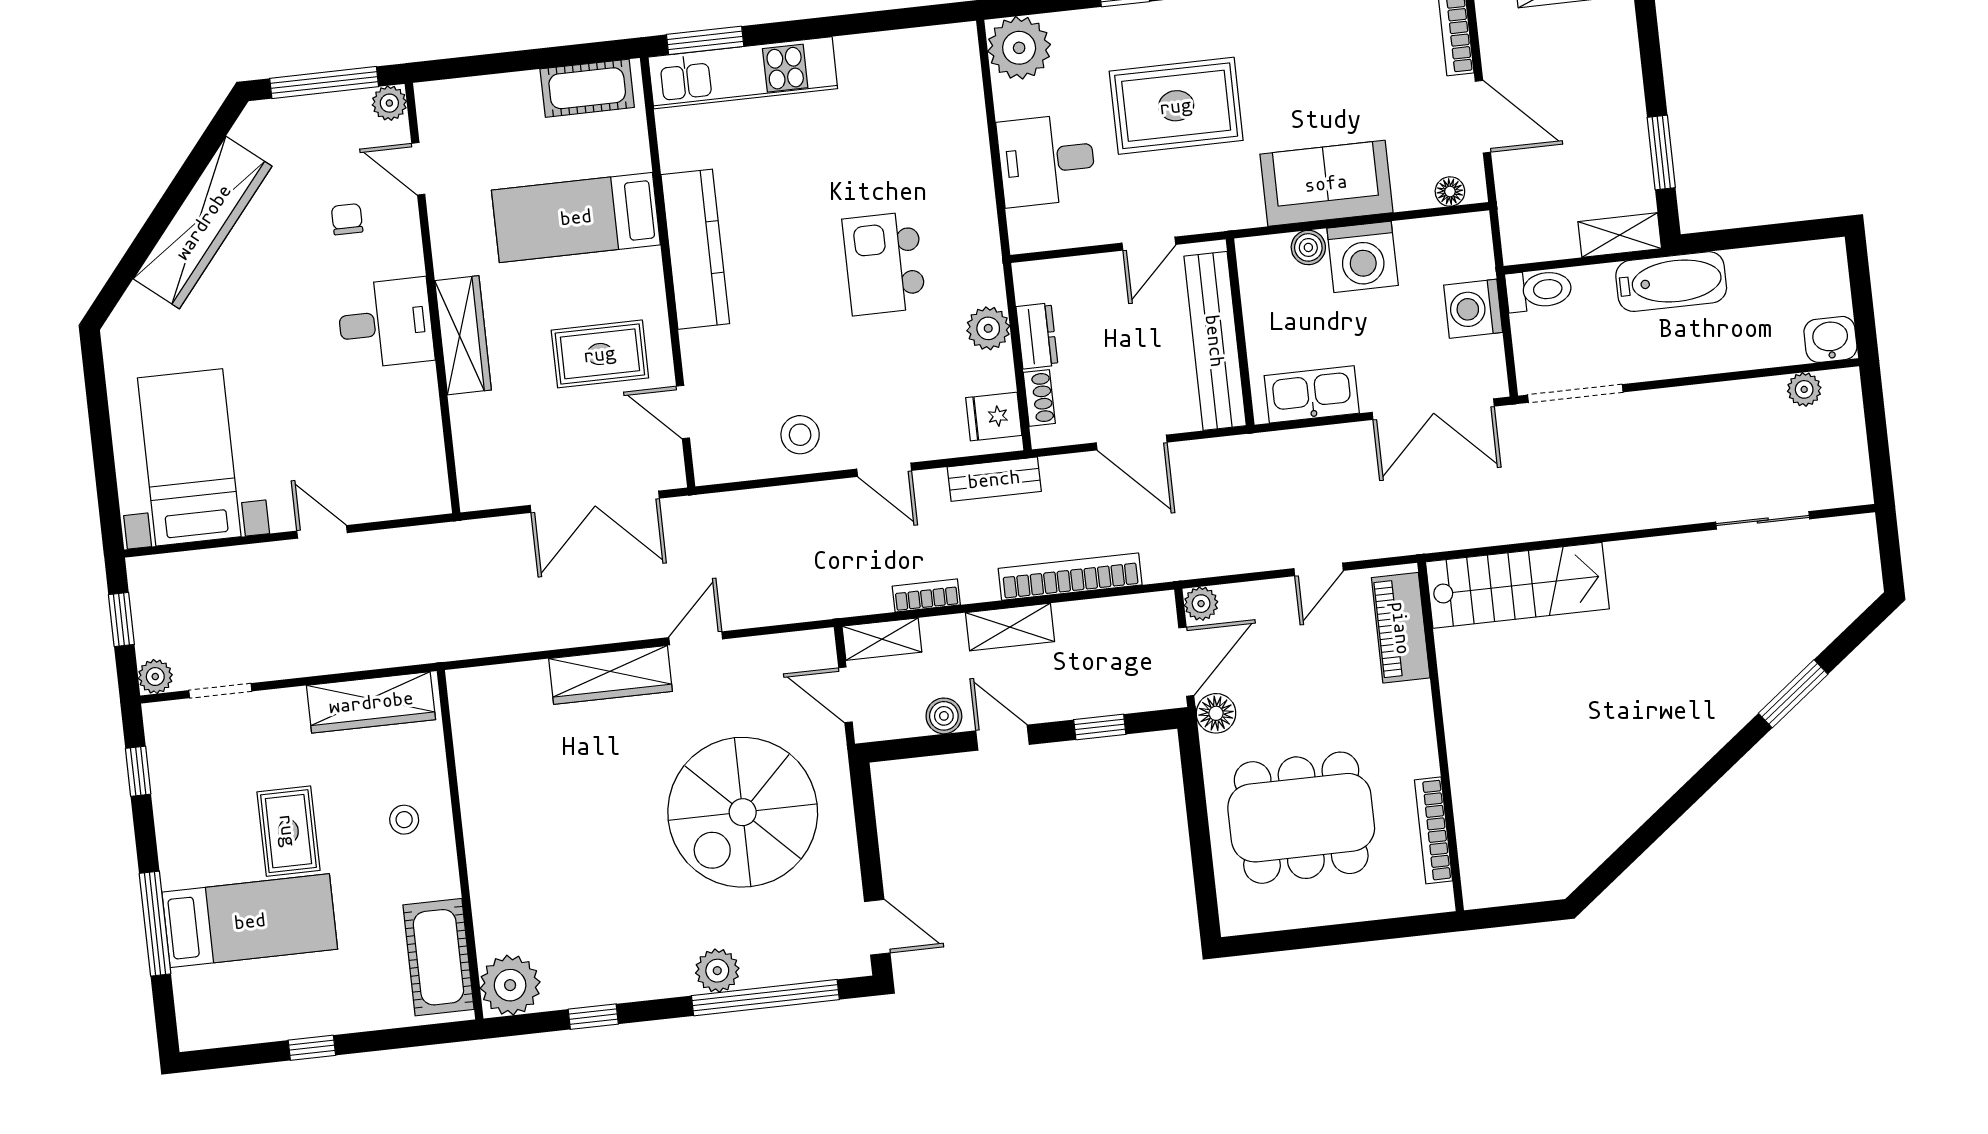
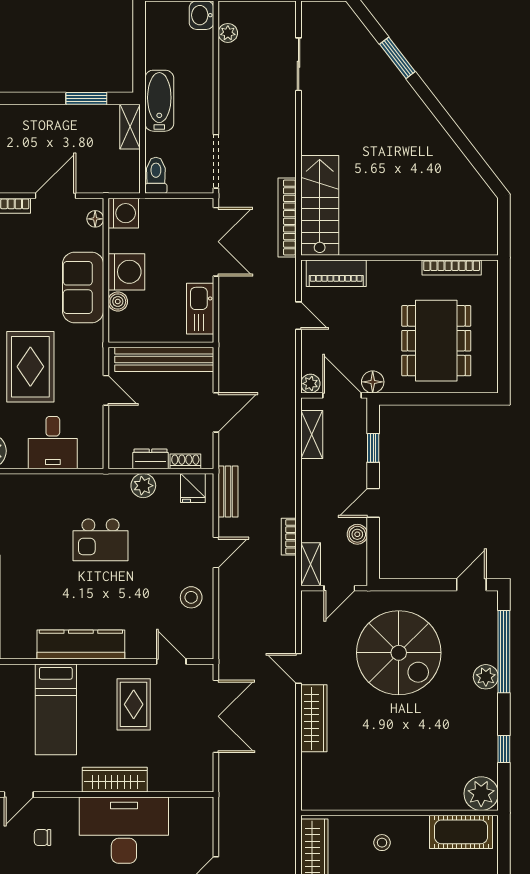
washing machine: (1473, 309) -> (123, 213), moved, turned -90
desk: (385, 323) -> (124, 830), width x1.87, depth x1.30
door: (683, 412) -> (171, 661), swing flipped
bookcase: (1070, 577) -> (287, 217), moved
shelving: (1010, 627) -> (312, 434), moved

